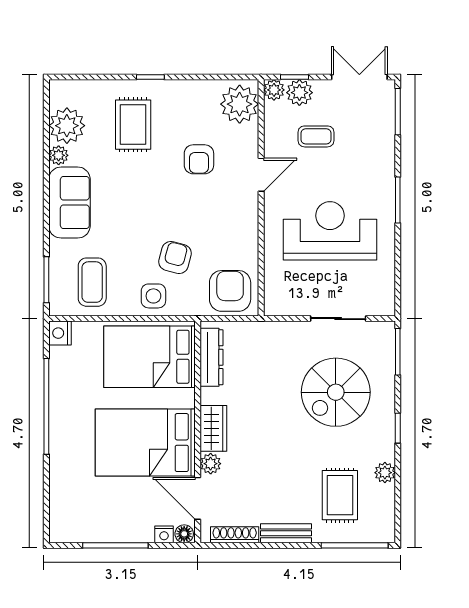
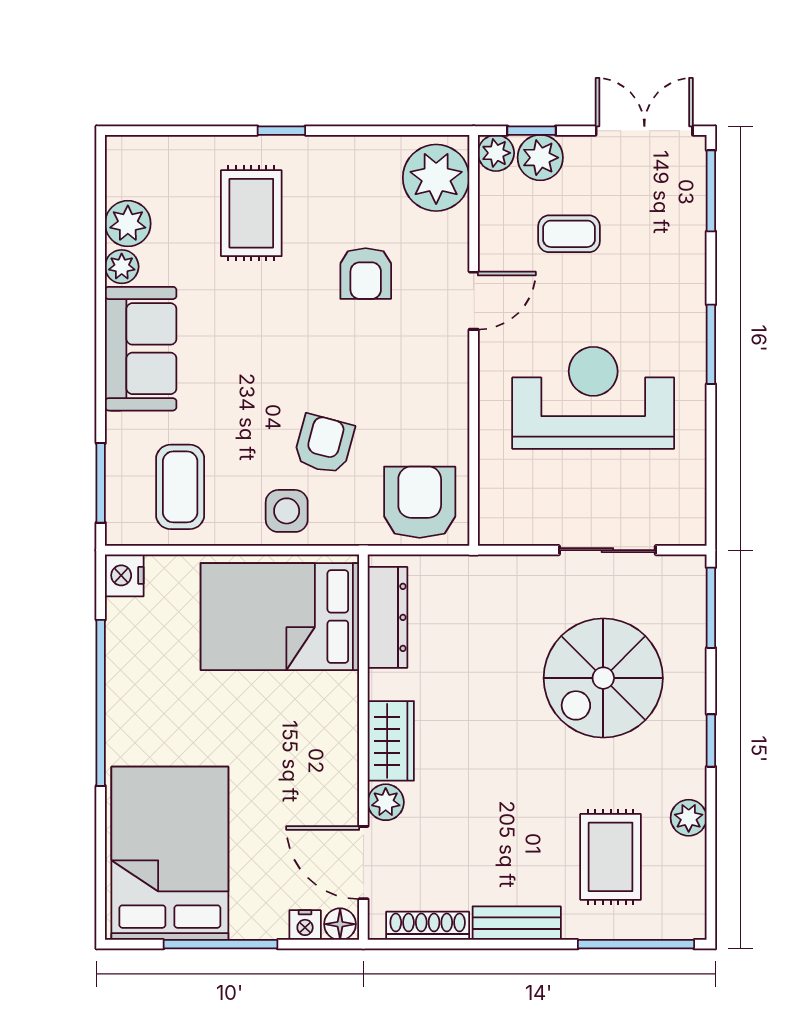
plant: (67, 126) -> (128, 224), width x0.73, depth x0.73
bed: (145, 443) -> (170, 853), moved, turned 90

